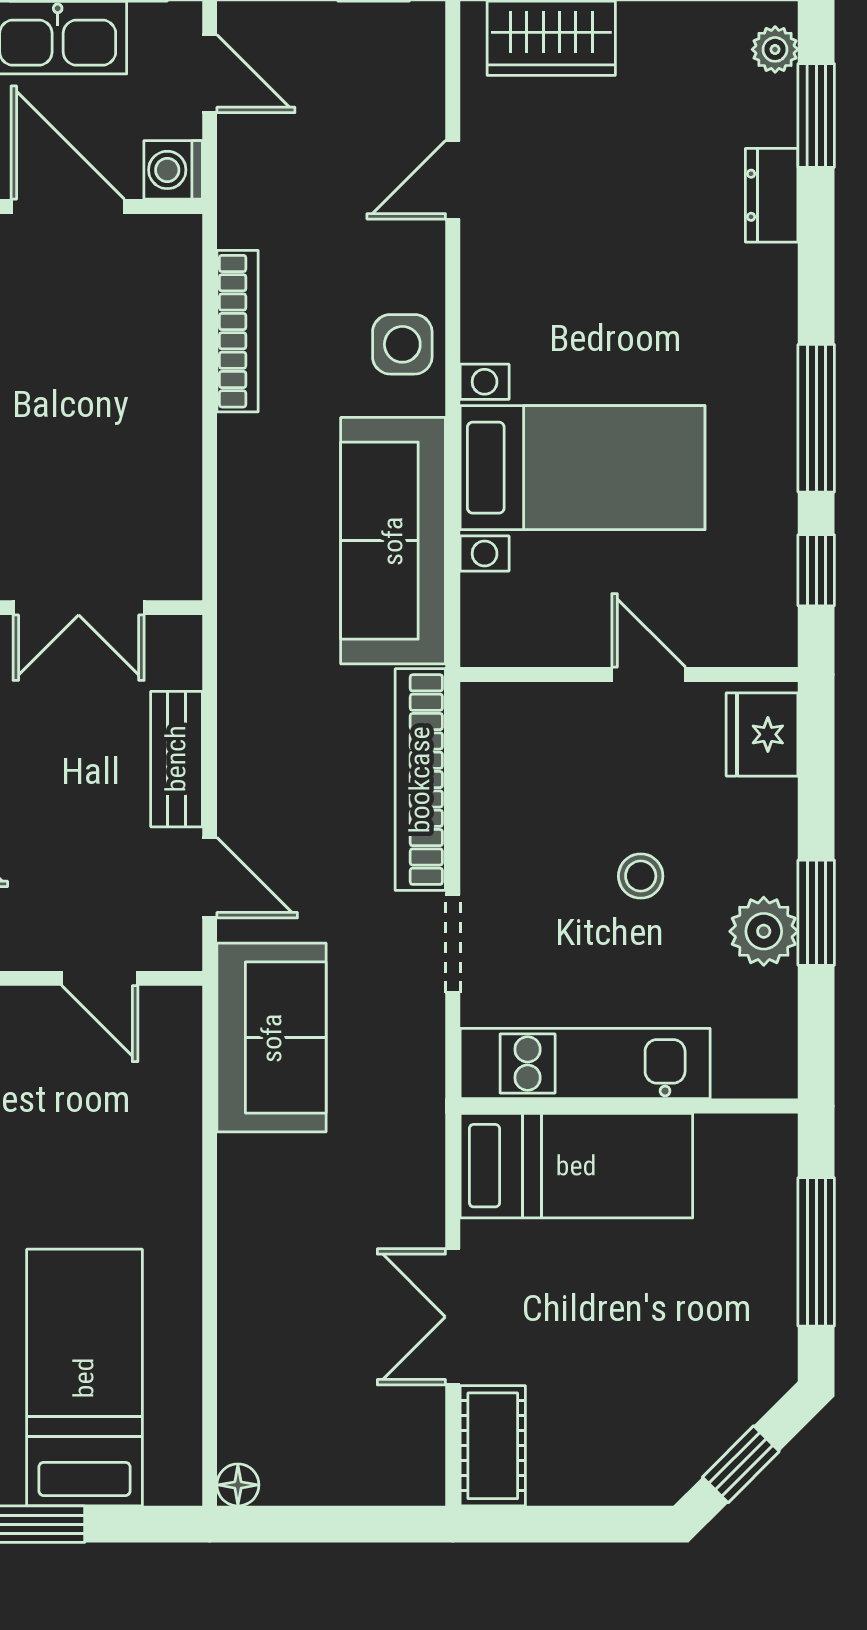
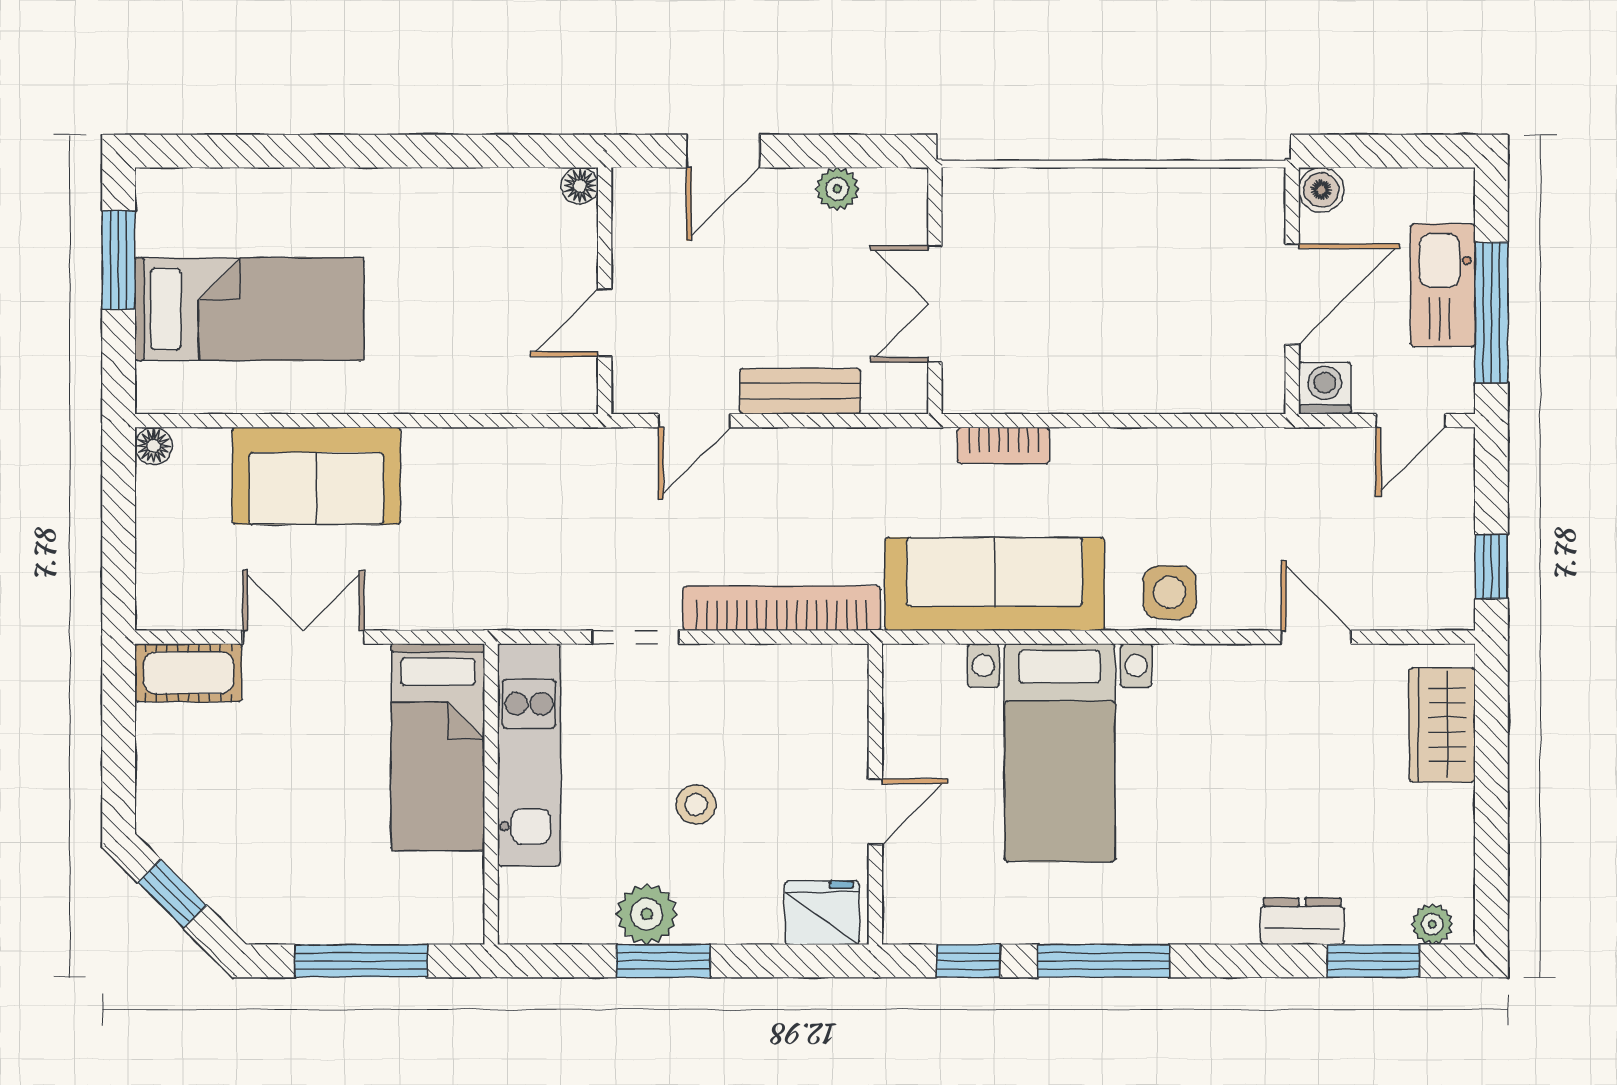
bookcase: (238, 331) -> (1003, 446), moved, width x0.64
sofa: (272, 1038) -> (316, 476), moved

